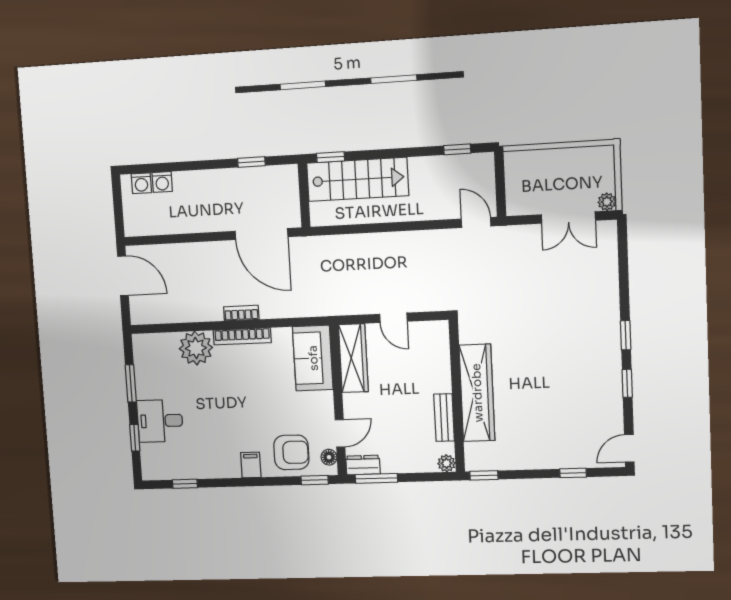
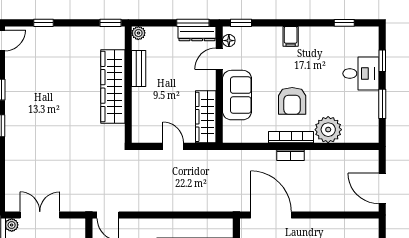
sofa: (313, 358) -> (237, 95), moved
armchair: (291, 452) -> (292, 101), moved, turned -90
dresser: (363, 465) -> (197, 34), width x1.44

